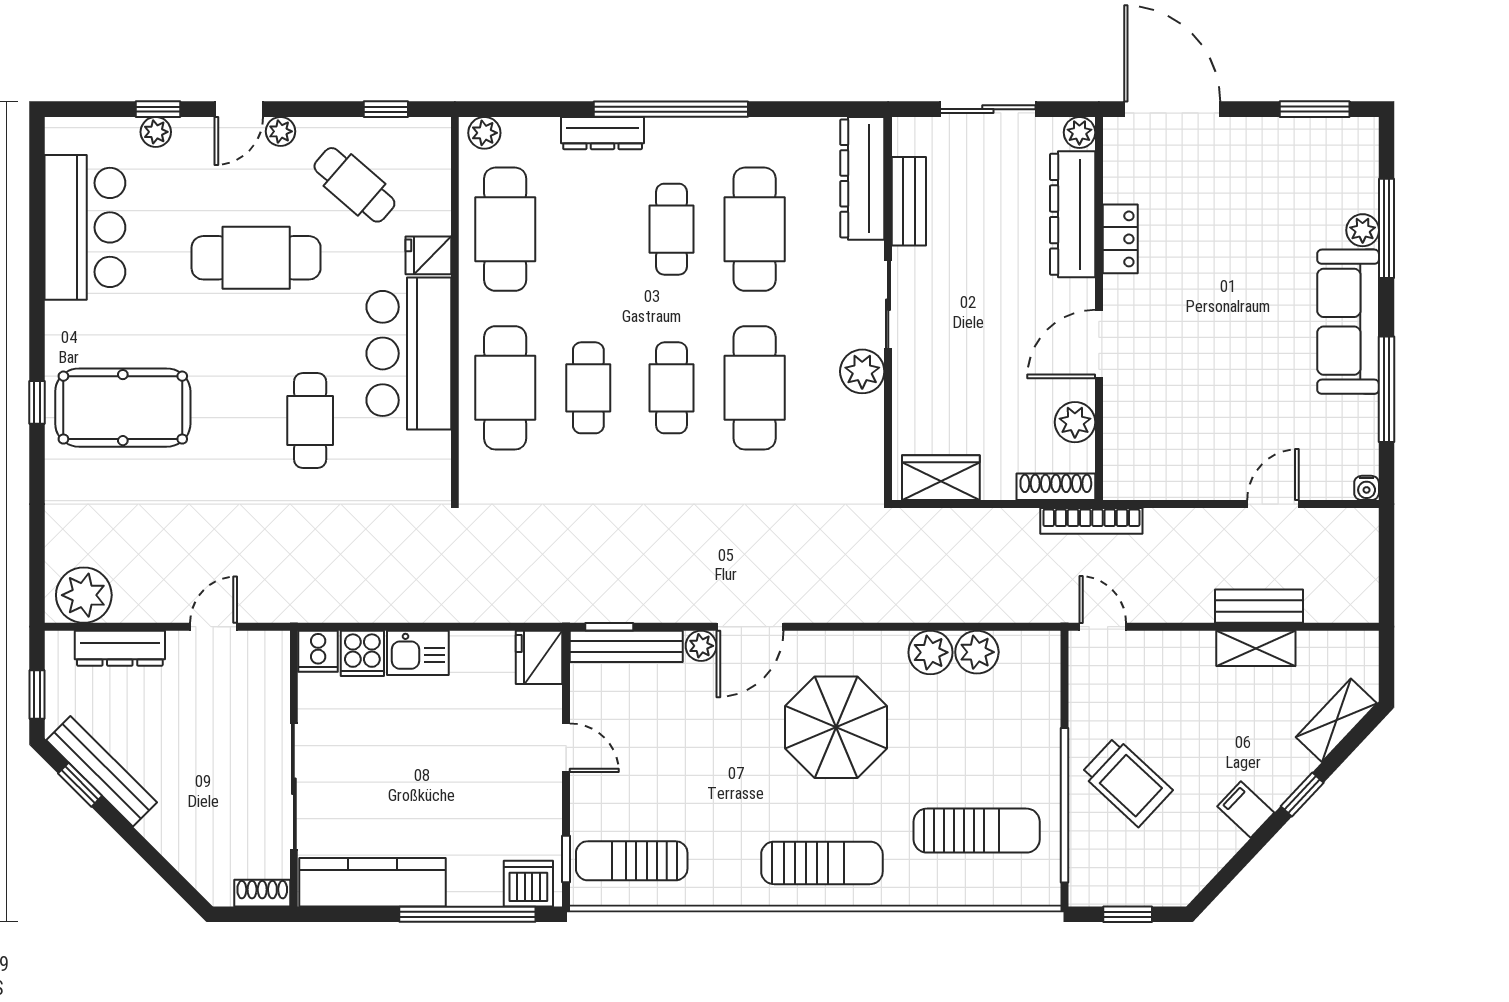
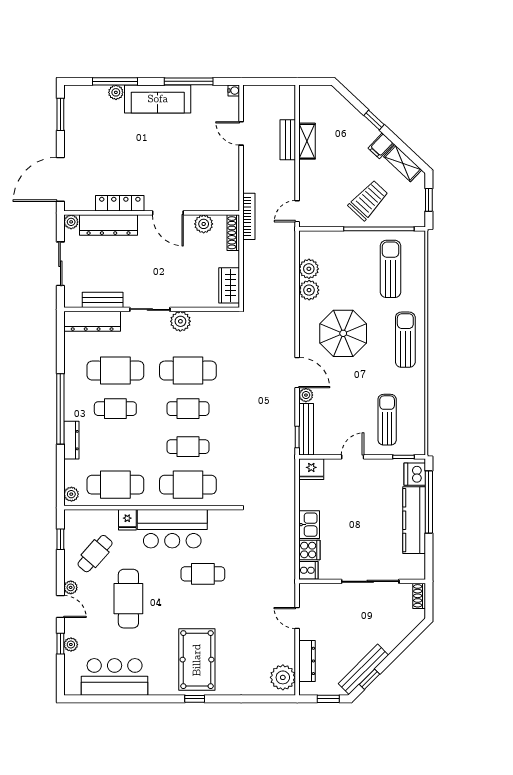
locker: (1120, 239) -> (120, 203), width x1.53
shelving: (1336, 720) -> (403, 163), moved
sun lounger: (632, 861) -> (387, 420), moved, turned 180
kitchen counter: (372, 882) -> (414, 520), moved

